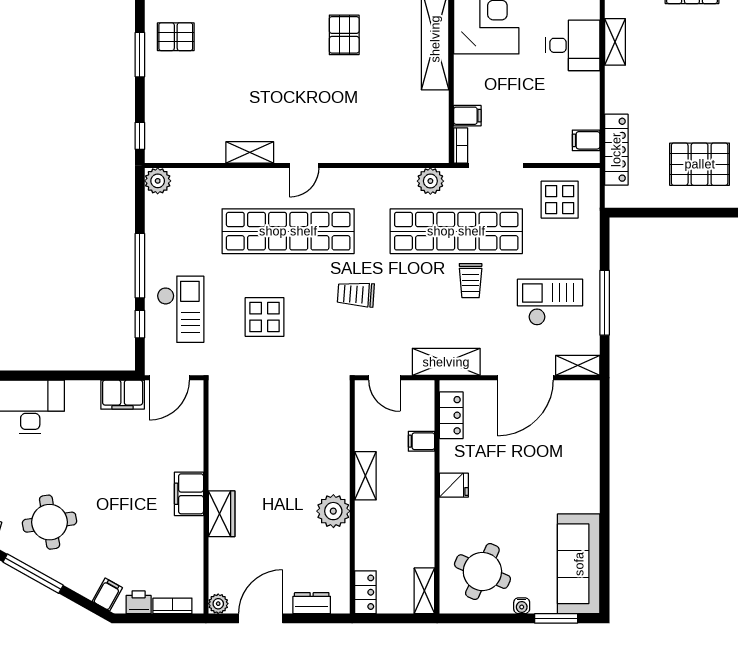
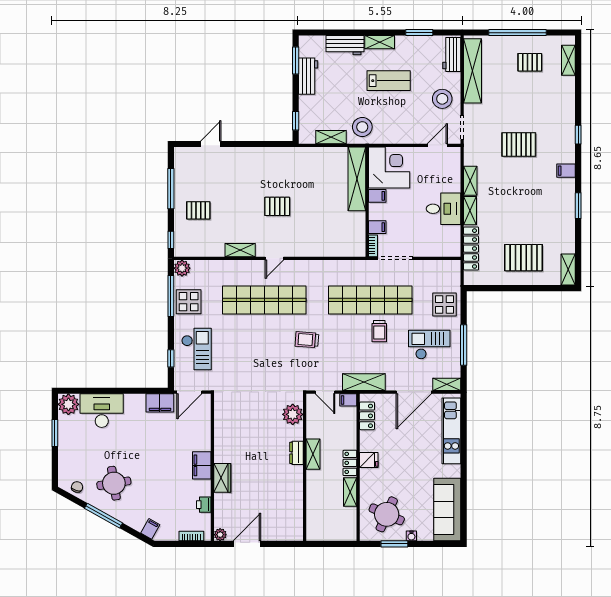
pallet: (344, 35) -> (277, 206), moved, turned 90
pallet: (176, 37) -> (198, 210), moved
desk: (573, 45) -> (444, 209), moved
window: (140, 55) -> (171, 189), width x1.44
shelving: (615, 90) -> (470, 211), added
filing cabinet: (586, 140) -> (377, 196), moved, turned 180
plant: (430, 181) -> (354, 268), removed
display table: (560, 200) -> (445, 305), moved
window: (140, 266) -> (171, 296), moved
display table: (265, 317) -> (189, 302), moved
kitchen unit: (585, 439) -> (451, 431), added
filing cabinet: (422, 441) -> (348, 400), moved
plant: (333, 511) -> (293, 414), moved
shelving: (424, 591) -> (350, 492), moved
locker: (365, 592) -> (350, 463), moved, turned 180
printer: (139, 602) -> (204, 505), moved, turned -90
dresser: (312, 603) -> (296, 453), moved, turned -90
window: (556, 618) -> (394, 544), moved

